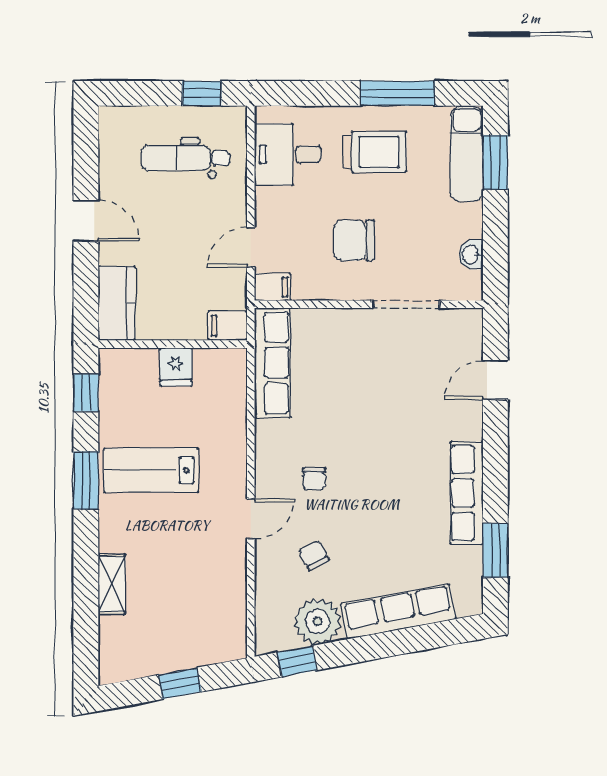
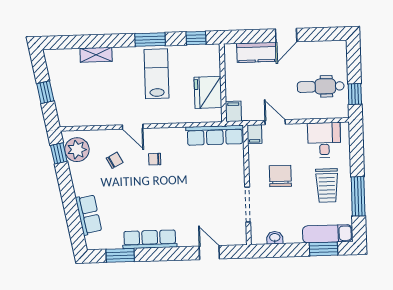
dental chair: (186, 158) -> (321, 87), turned -90
kitchen counter: (117, 303) -> (256, 52), moved
fridge: (176, 367) -> (208, 92), width x1.88, depth x1.34
row of seats: (398, 612) -> (89, 215), width x0.68
plant: (318, 621) -> (77, 150), moved

